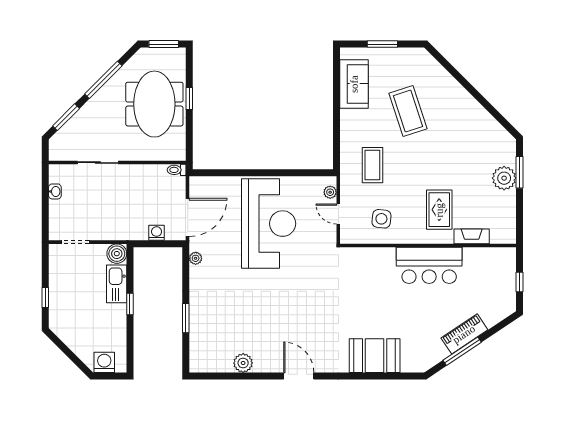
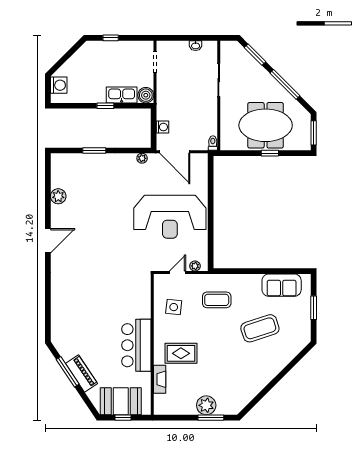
booth: (375, 356) -> (121, 401), moved, turned 90

